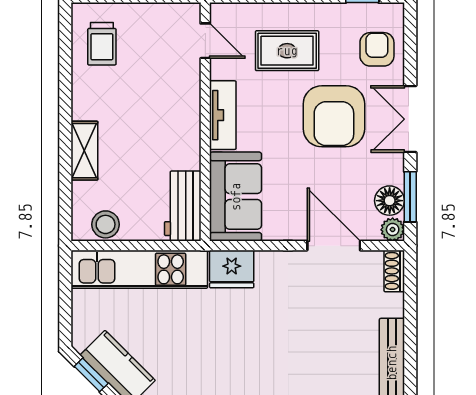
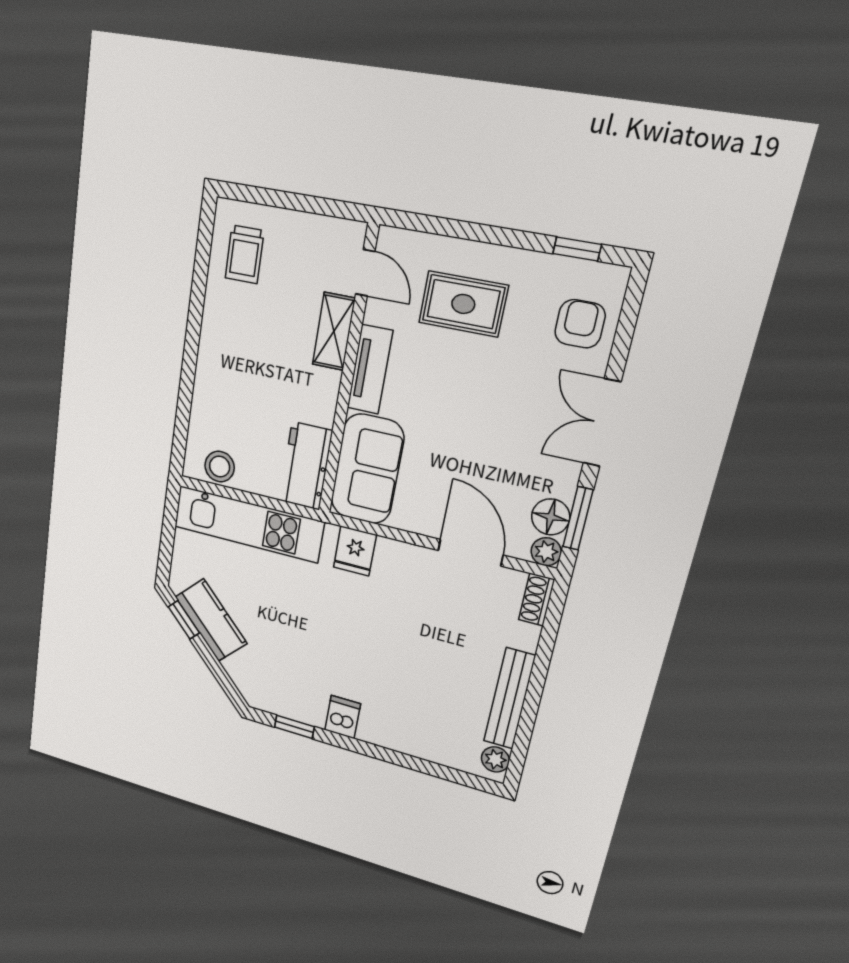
armchair: (334, 116) -> (505, 399), removed
shelving: (84, 151) -> (334, 332), moved
fridge: (232, 269) -> (355, 551), width x0.72

